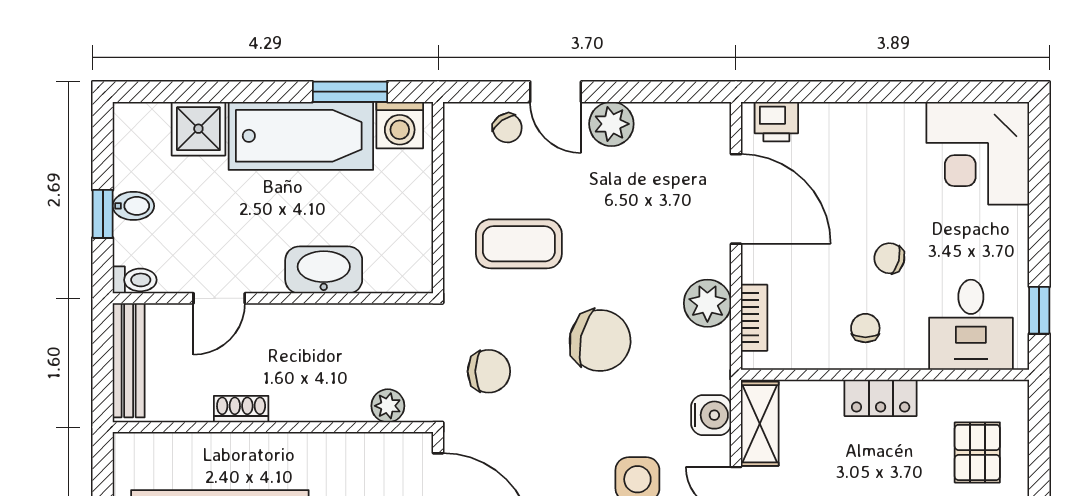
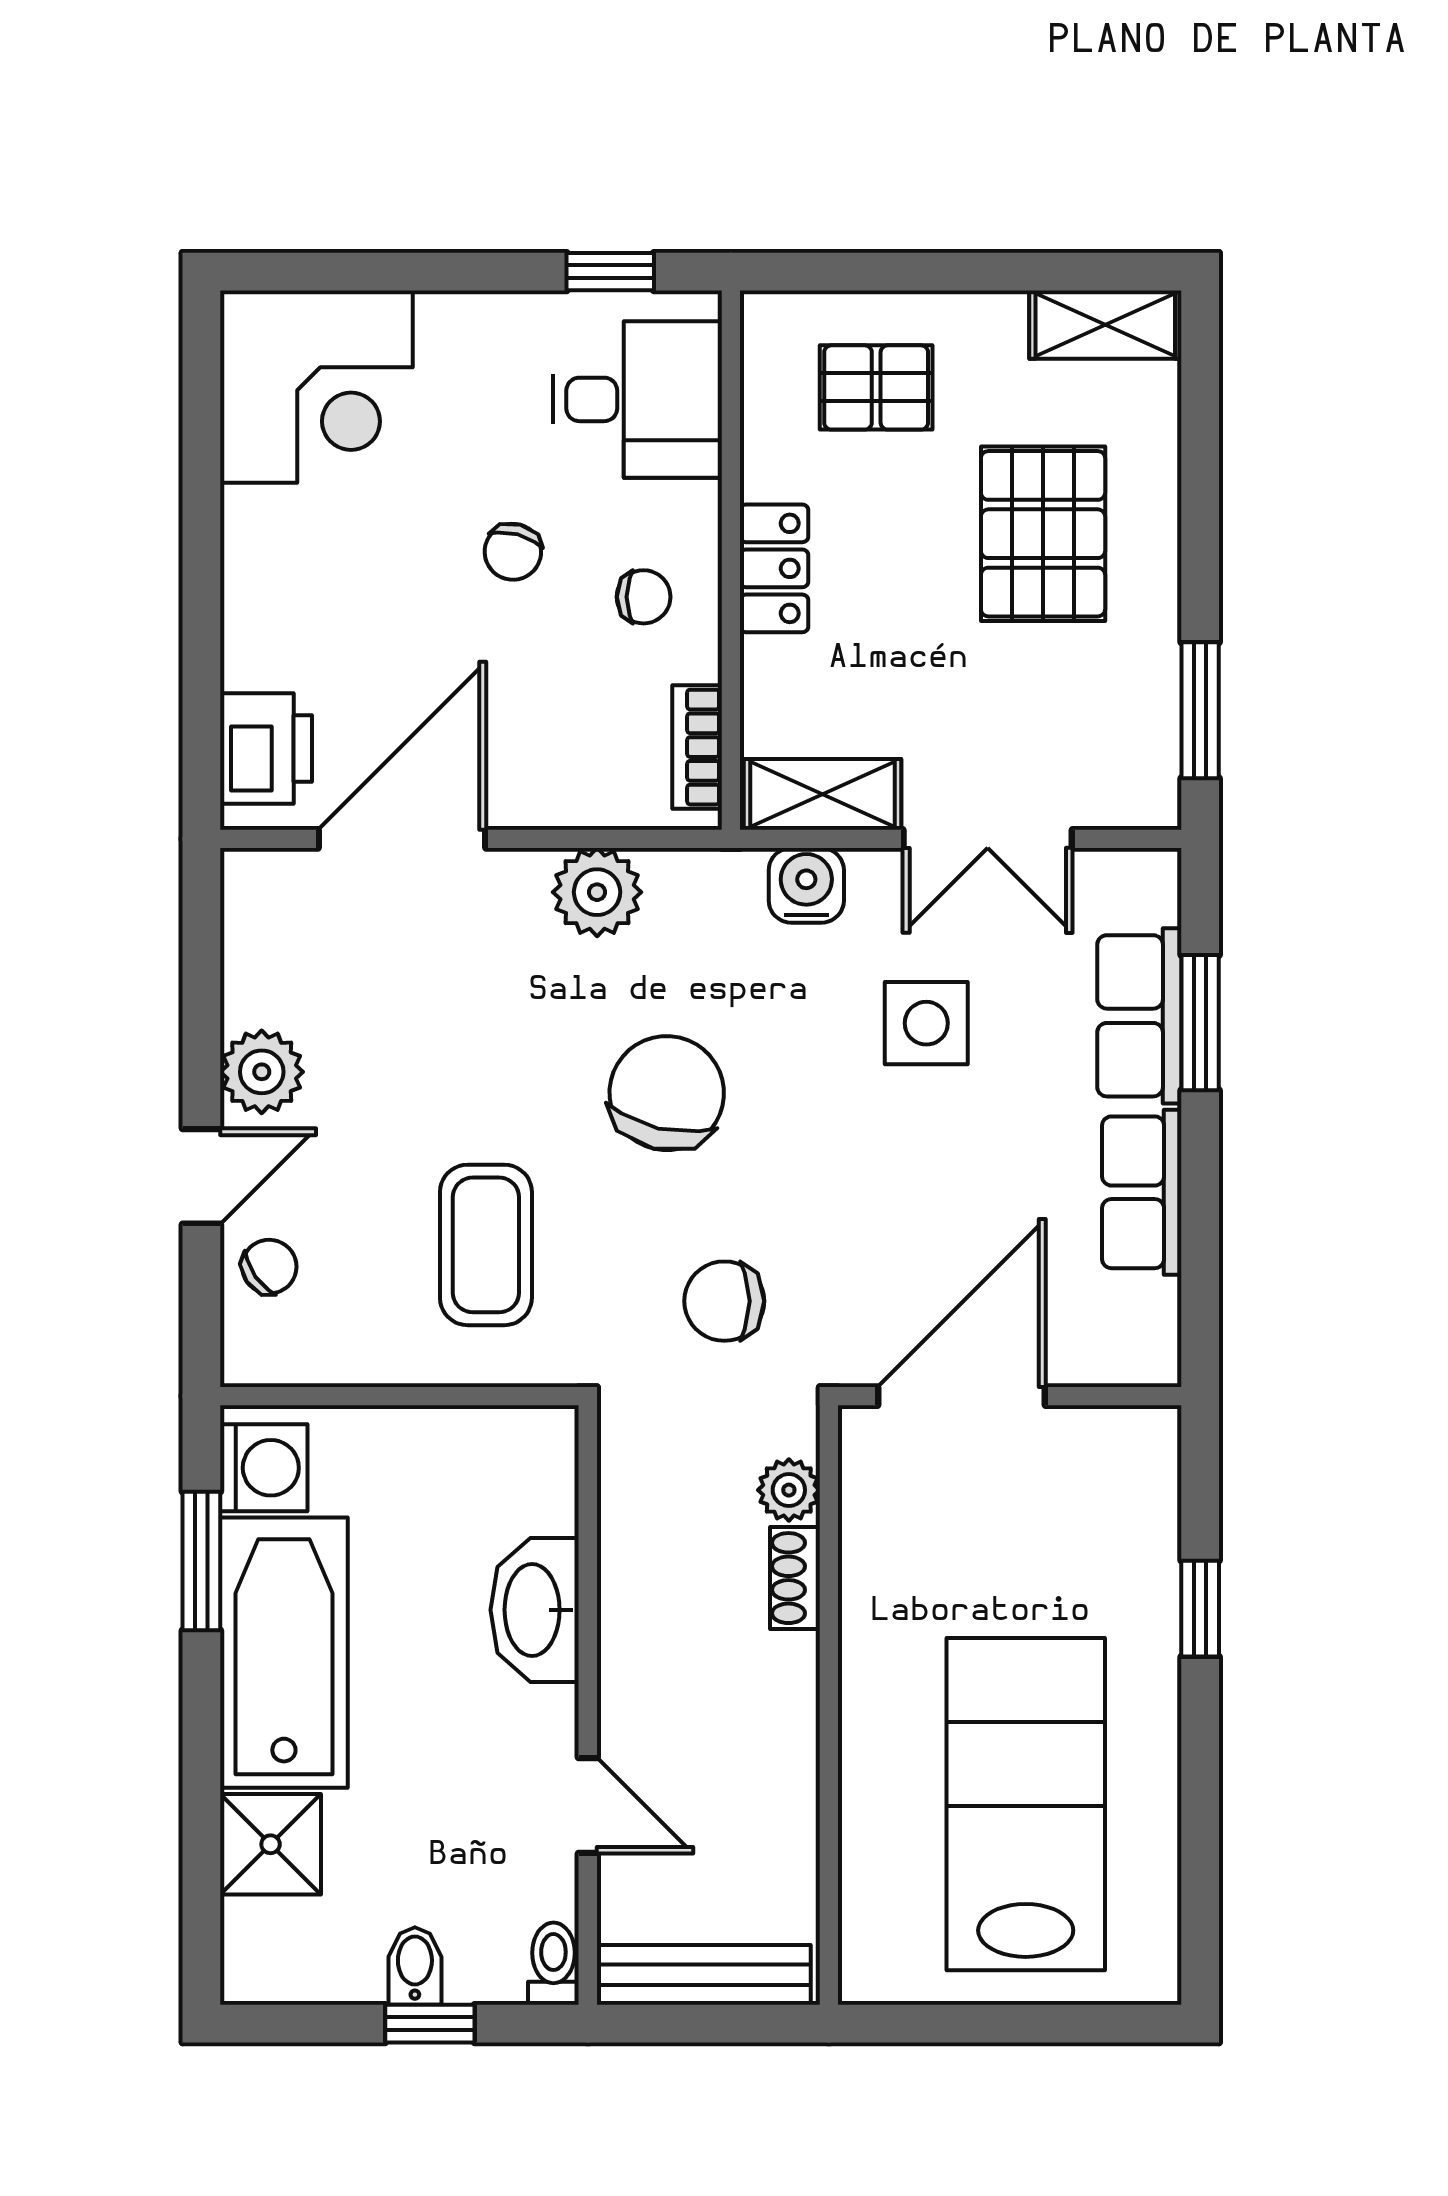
printer: (776, 122) -> (266, 748), width x1.36, depth x1.24
bookcase: (754, 318) -> (697, 747), moved, turned -90
chair: (865, 328) -> (644, 597), turned 180
chair: (489, 371) -> (724, 1301), turned -90
shoe rack: (241, 409) -> (795, 1578), moved

